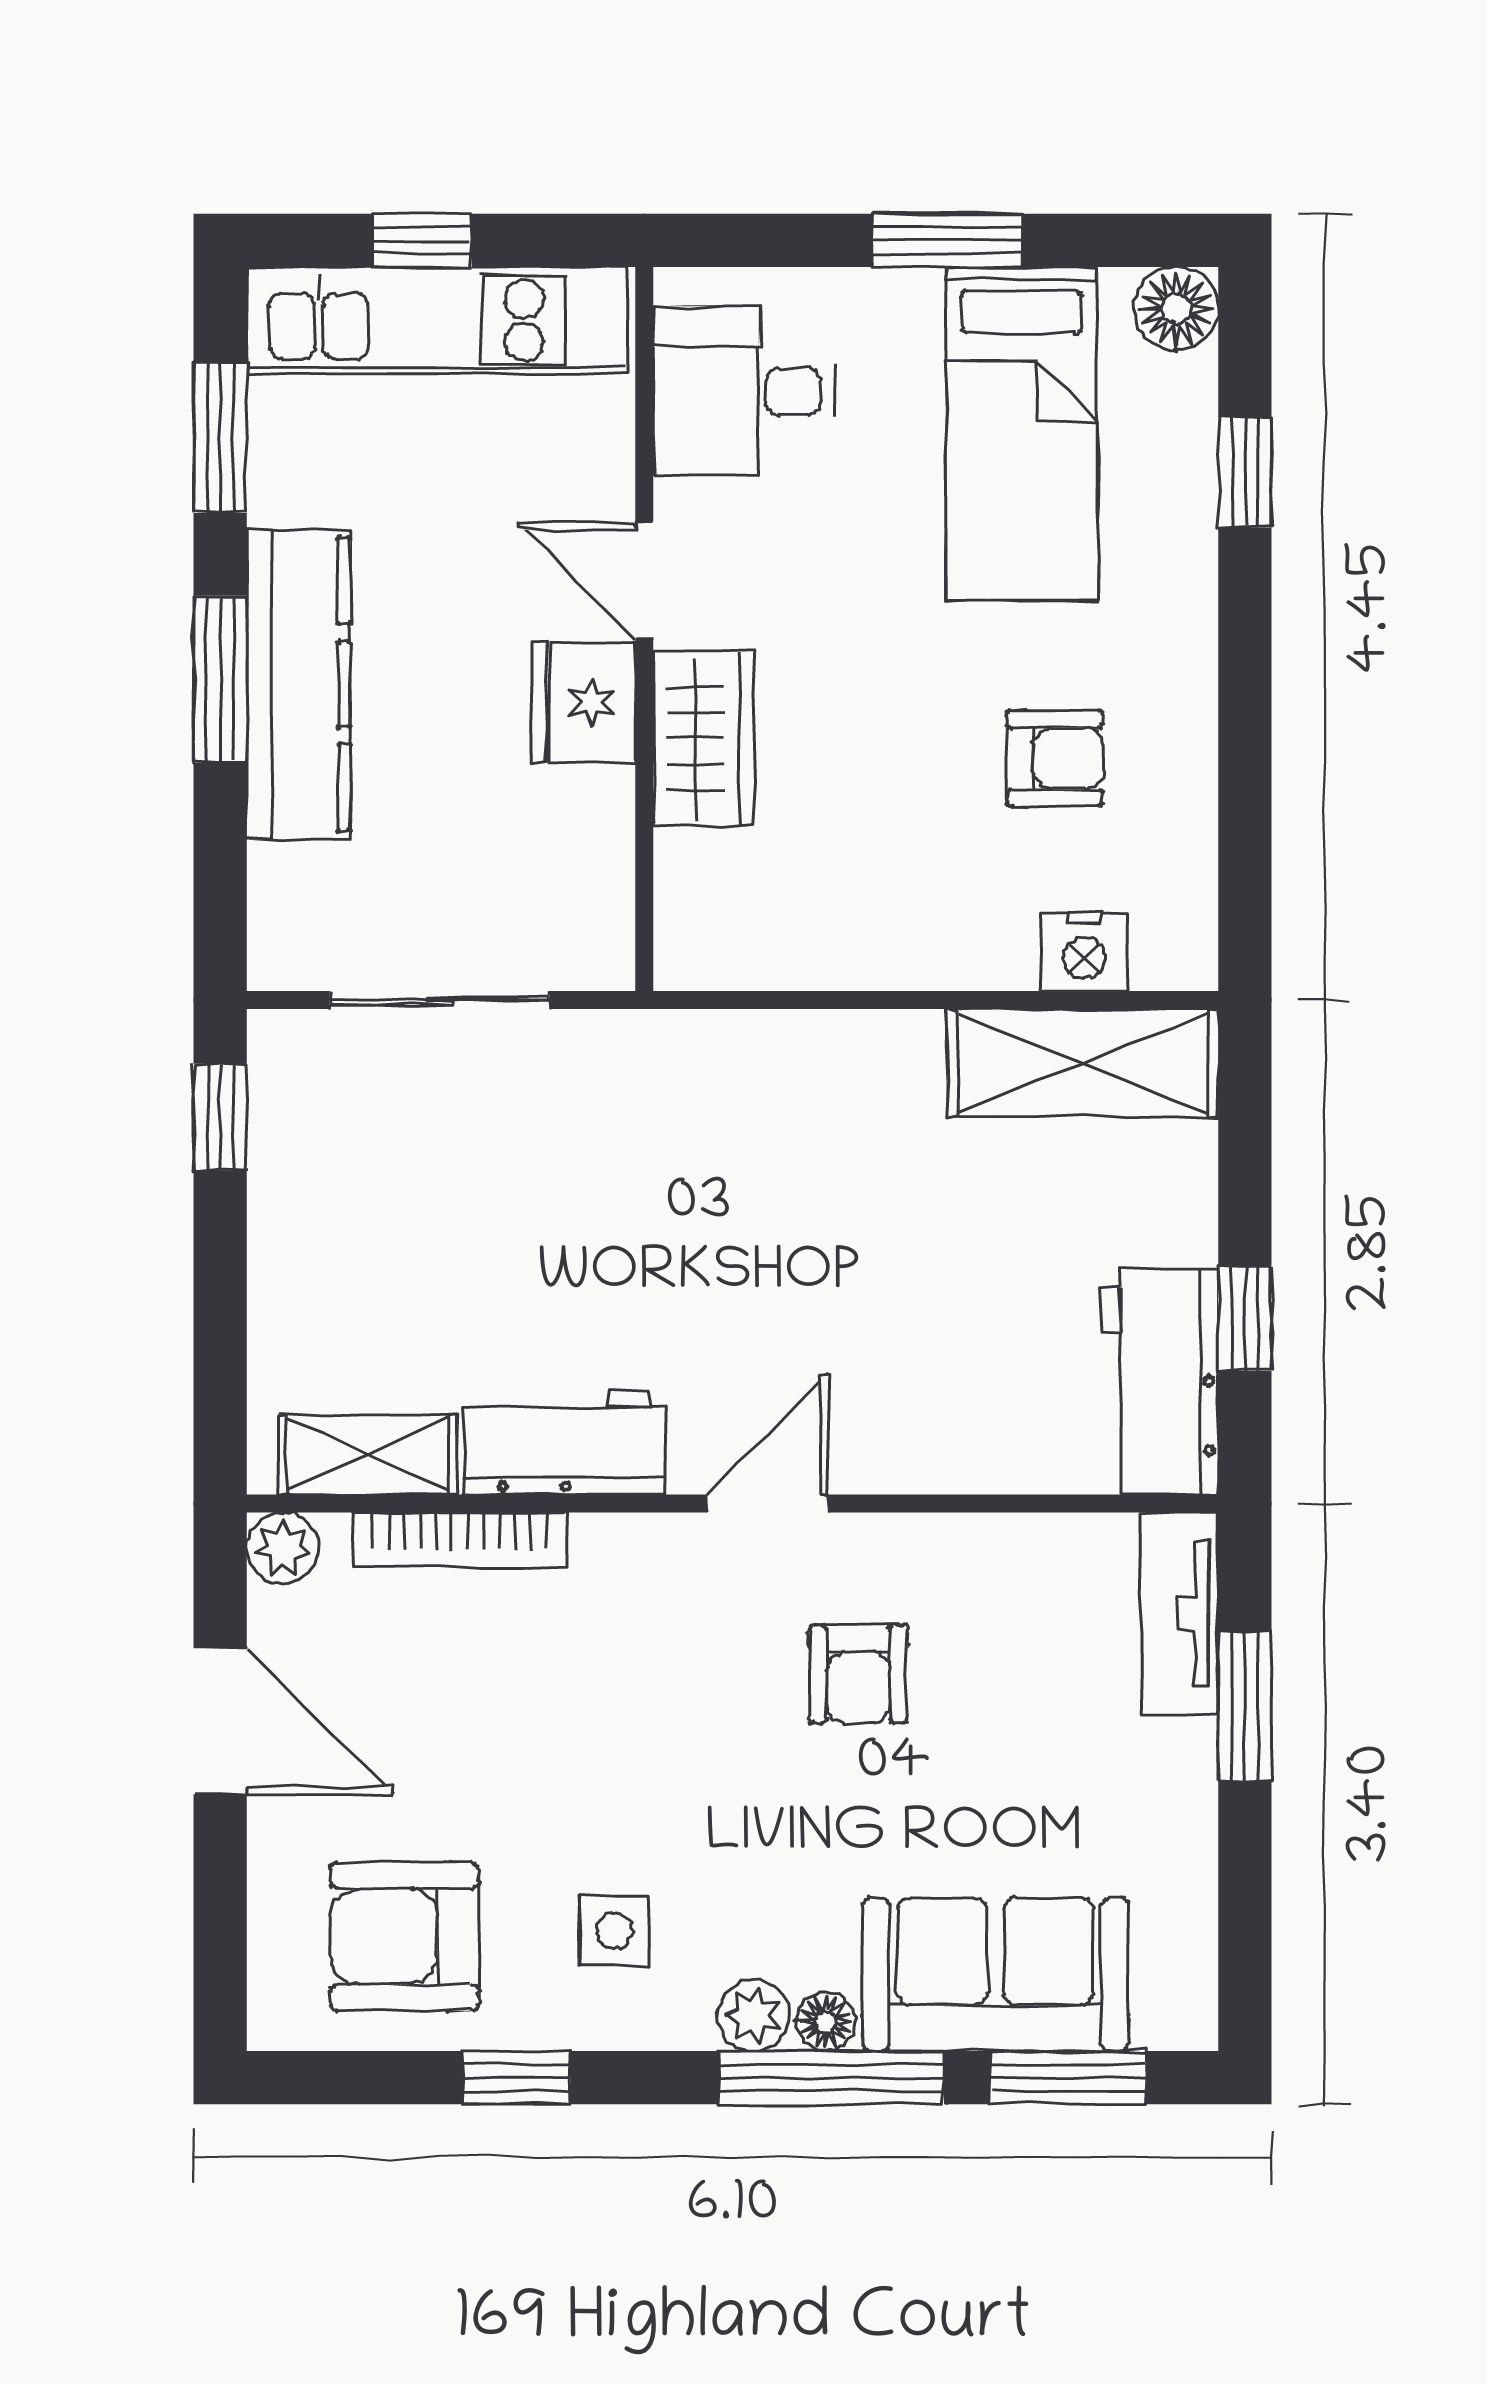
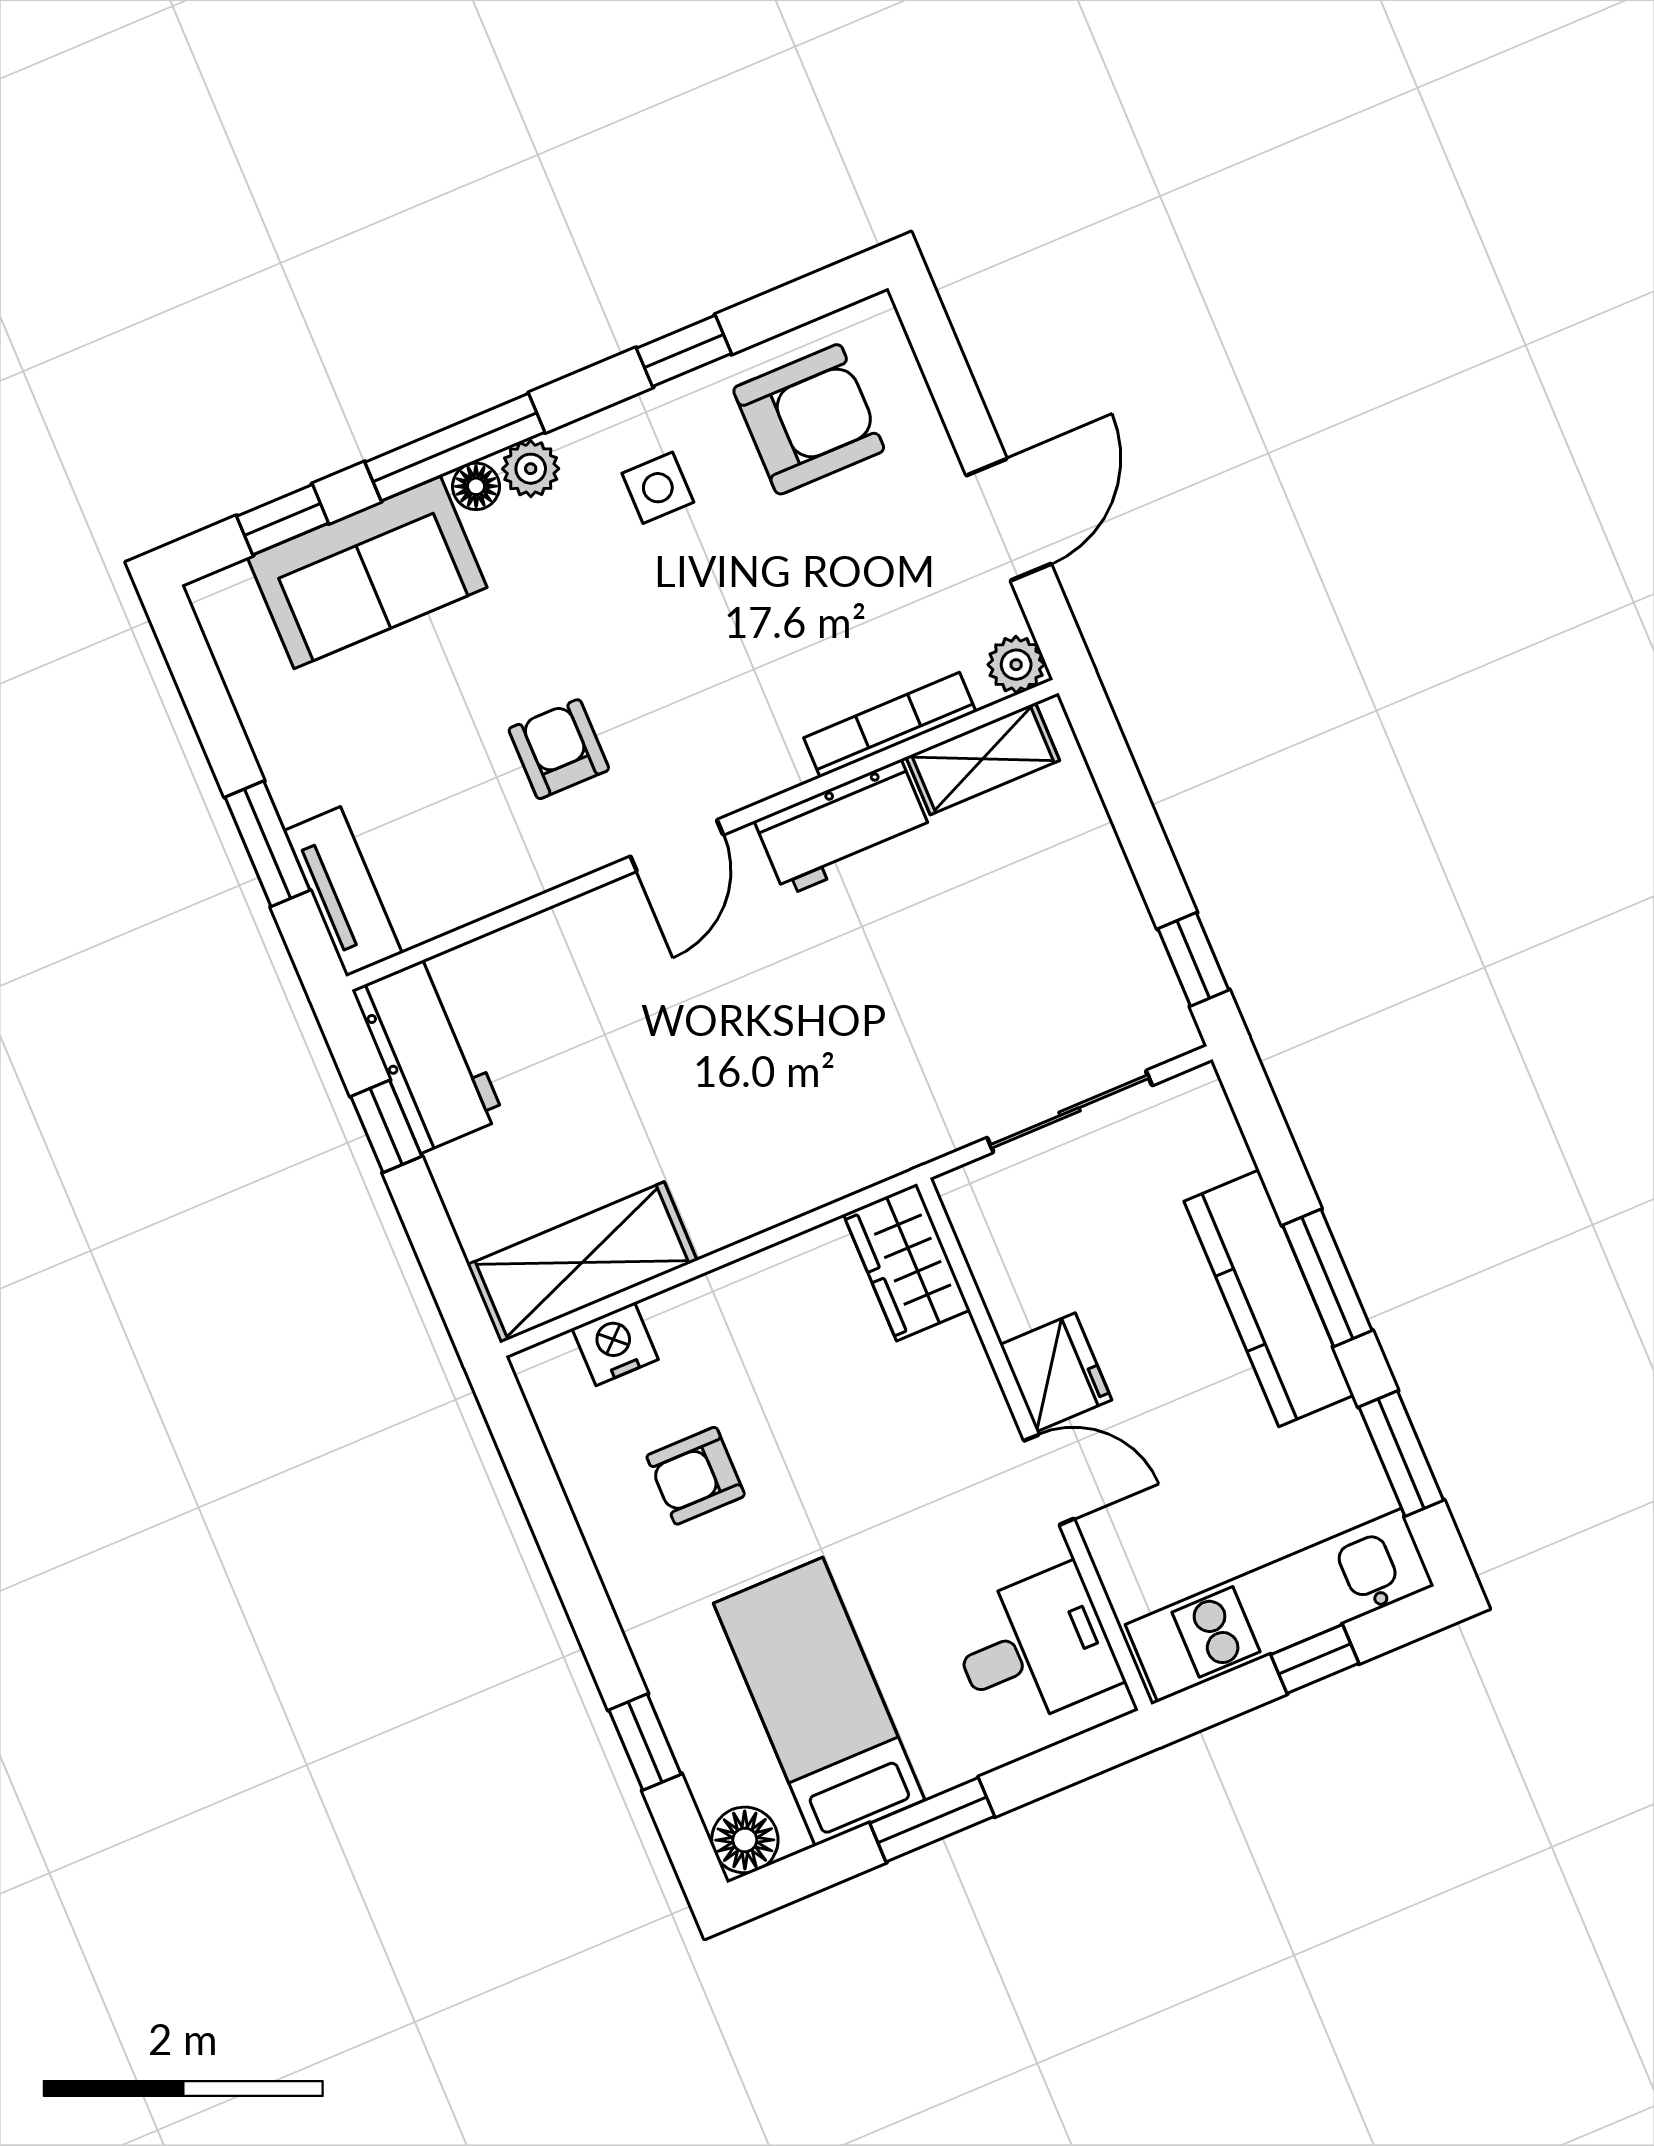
wardrobe: (704, 738) -> (907, 1262), moved
door: (220, 1721) -> (1009, 520), swing flipped
window: (1068, 2078) -> (283, 520), width x0.67

